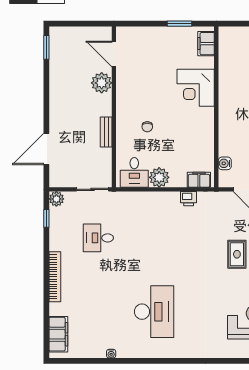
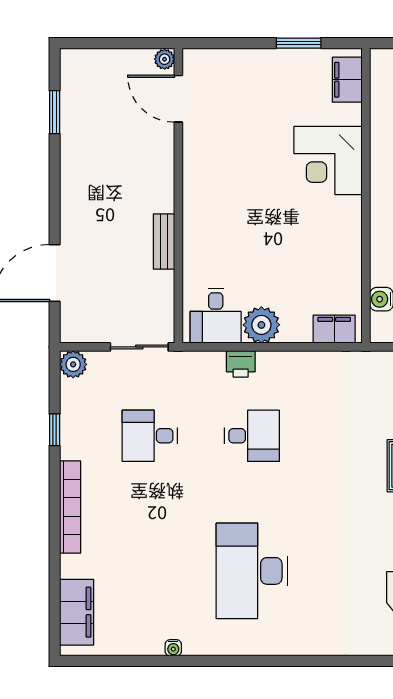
window: (46, 47) -> (55, 112), moved
plant: (102, 83) -> (165, 59), moved, width x0.53, depth x0.53
chair: (147, 127) -> (239, 232), removed
printer: (189, 199) -> (241, 364), moved
window: (46, 218) -> (55, 430), moved
desk: (154, 238) -> (252, 436), added
desk: (154, 312) -> (252, 571), turned 180

